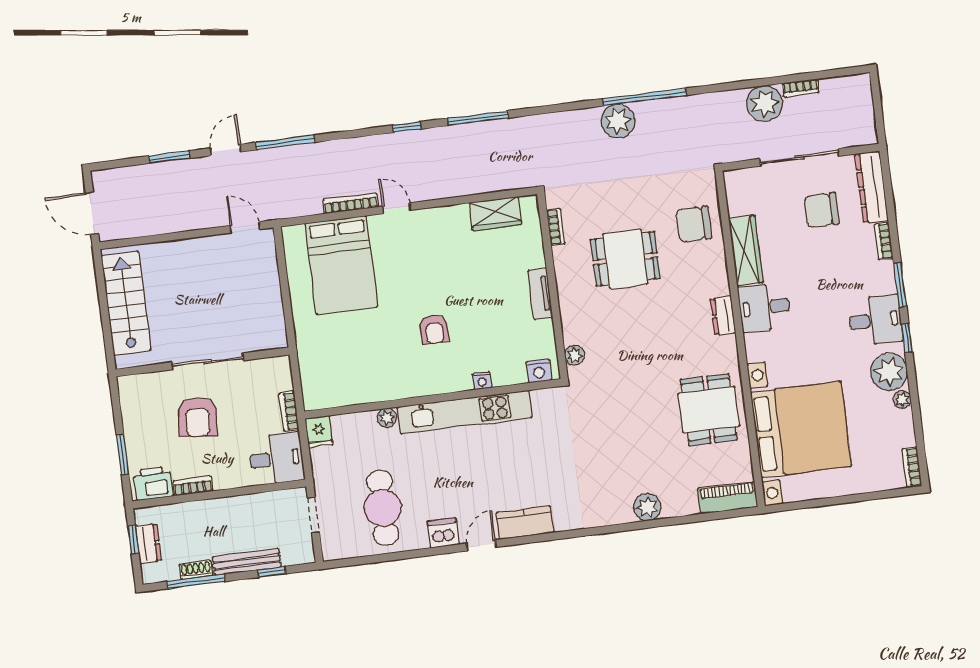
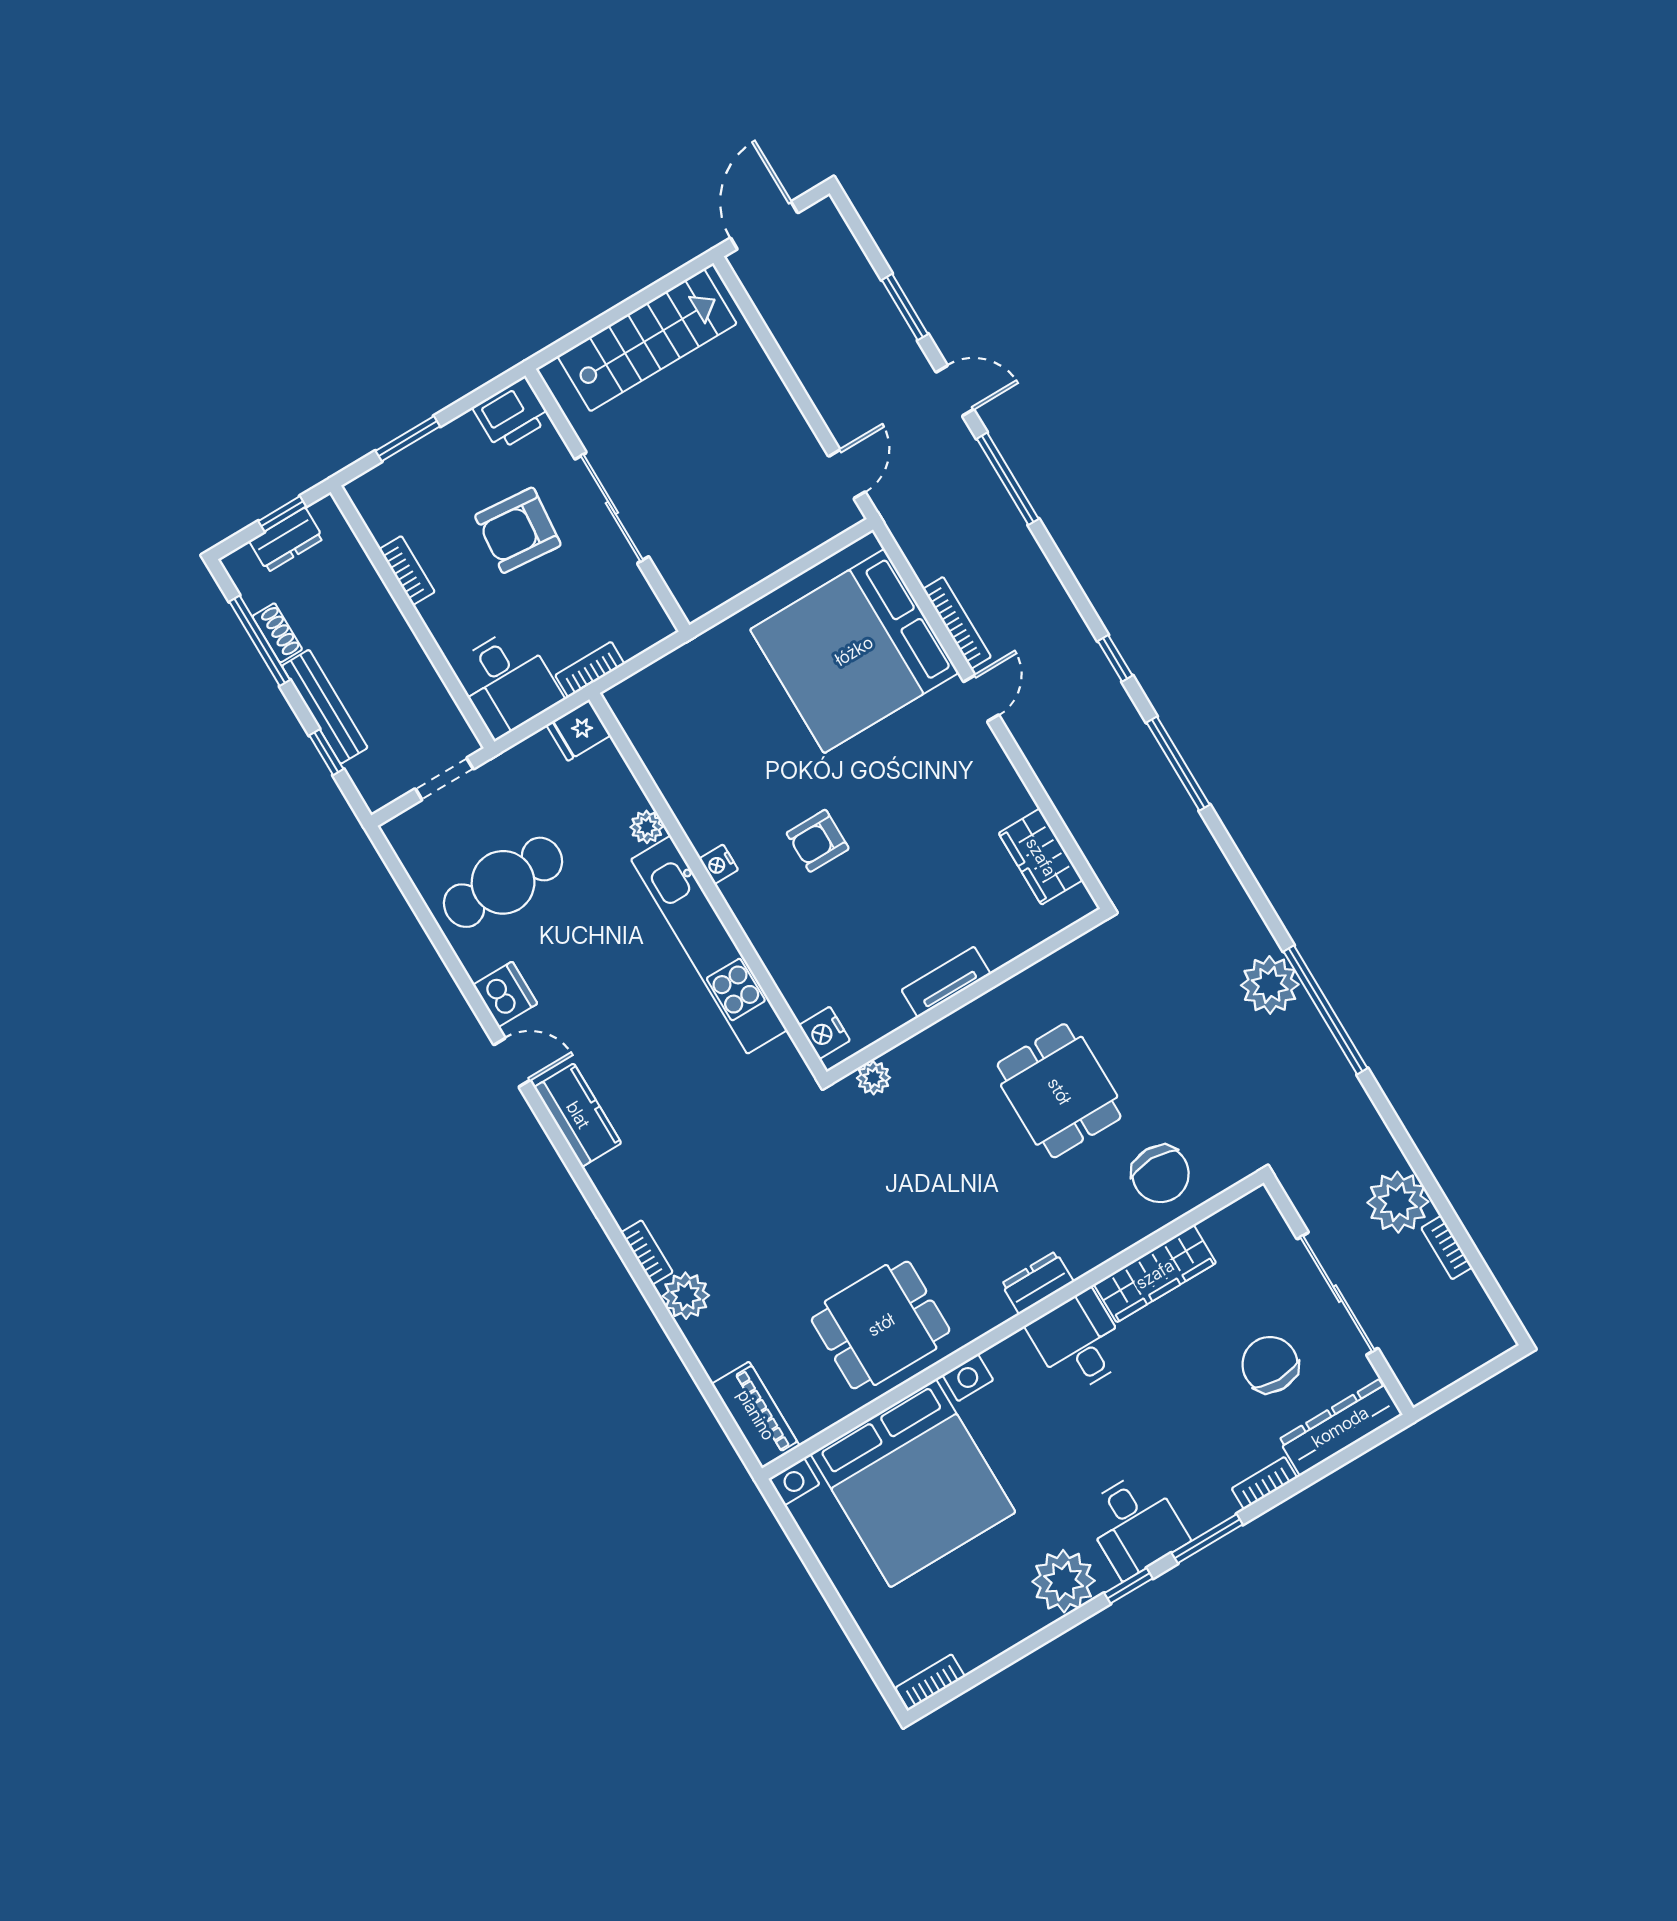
chair: (694, 224) -> (1160, 1174), turned 180
bookcase: (556, 227) -> (647, 1252), moved, turned -90
bed: (341, 265) -> (854, 651), width x1.36
nightstand: (482, 381) -> (719, 864), moved
plant: (902, 399) -> (1029, 1621), removed
printer: (153, 483) -> (512, 414), moved, turned 90

